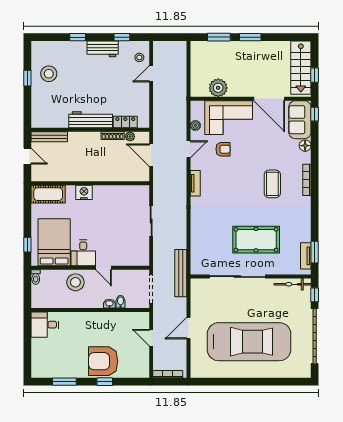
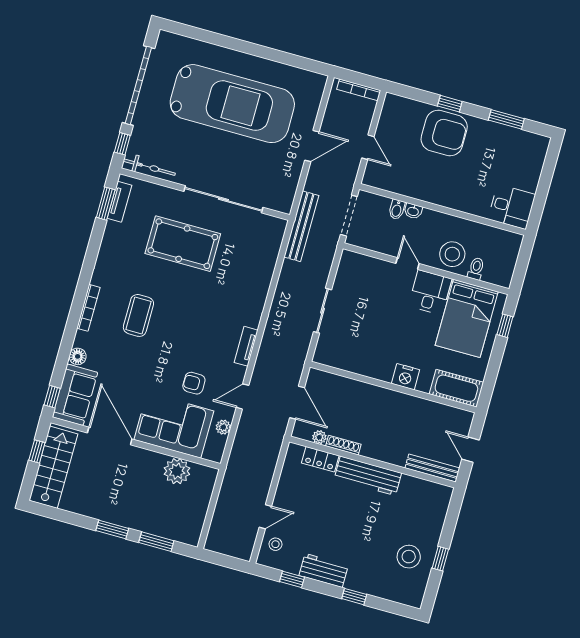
toilet: (36, 277) -> (476, 269), moved
car: (249, 342) -> (232, 104), turned 180

